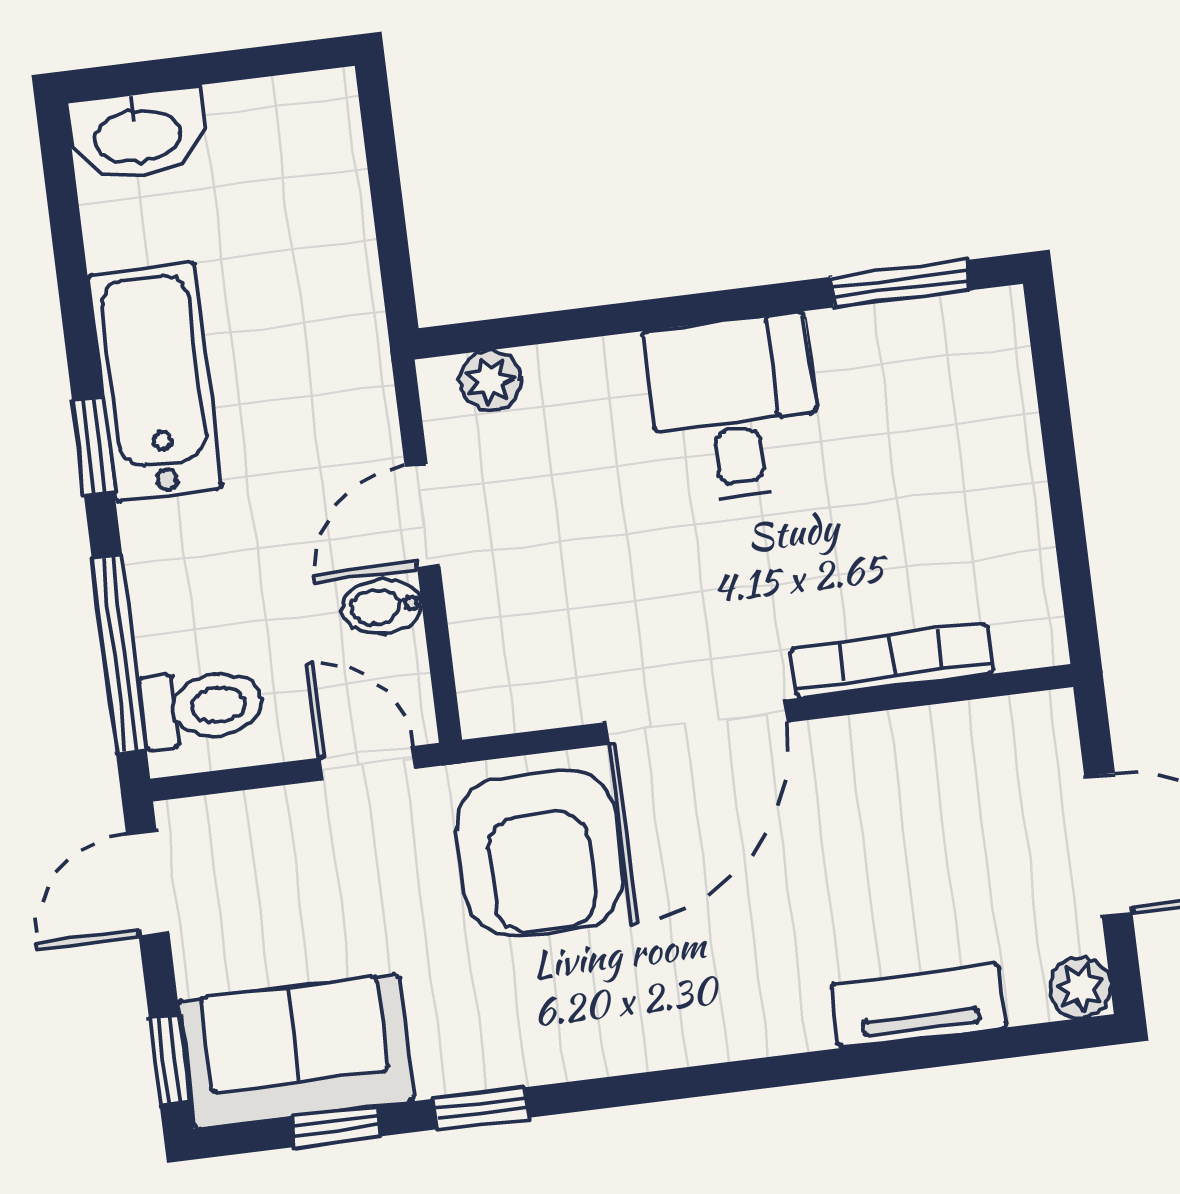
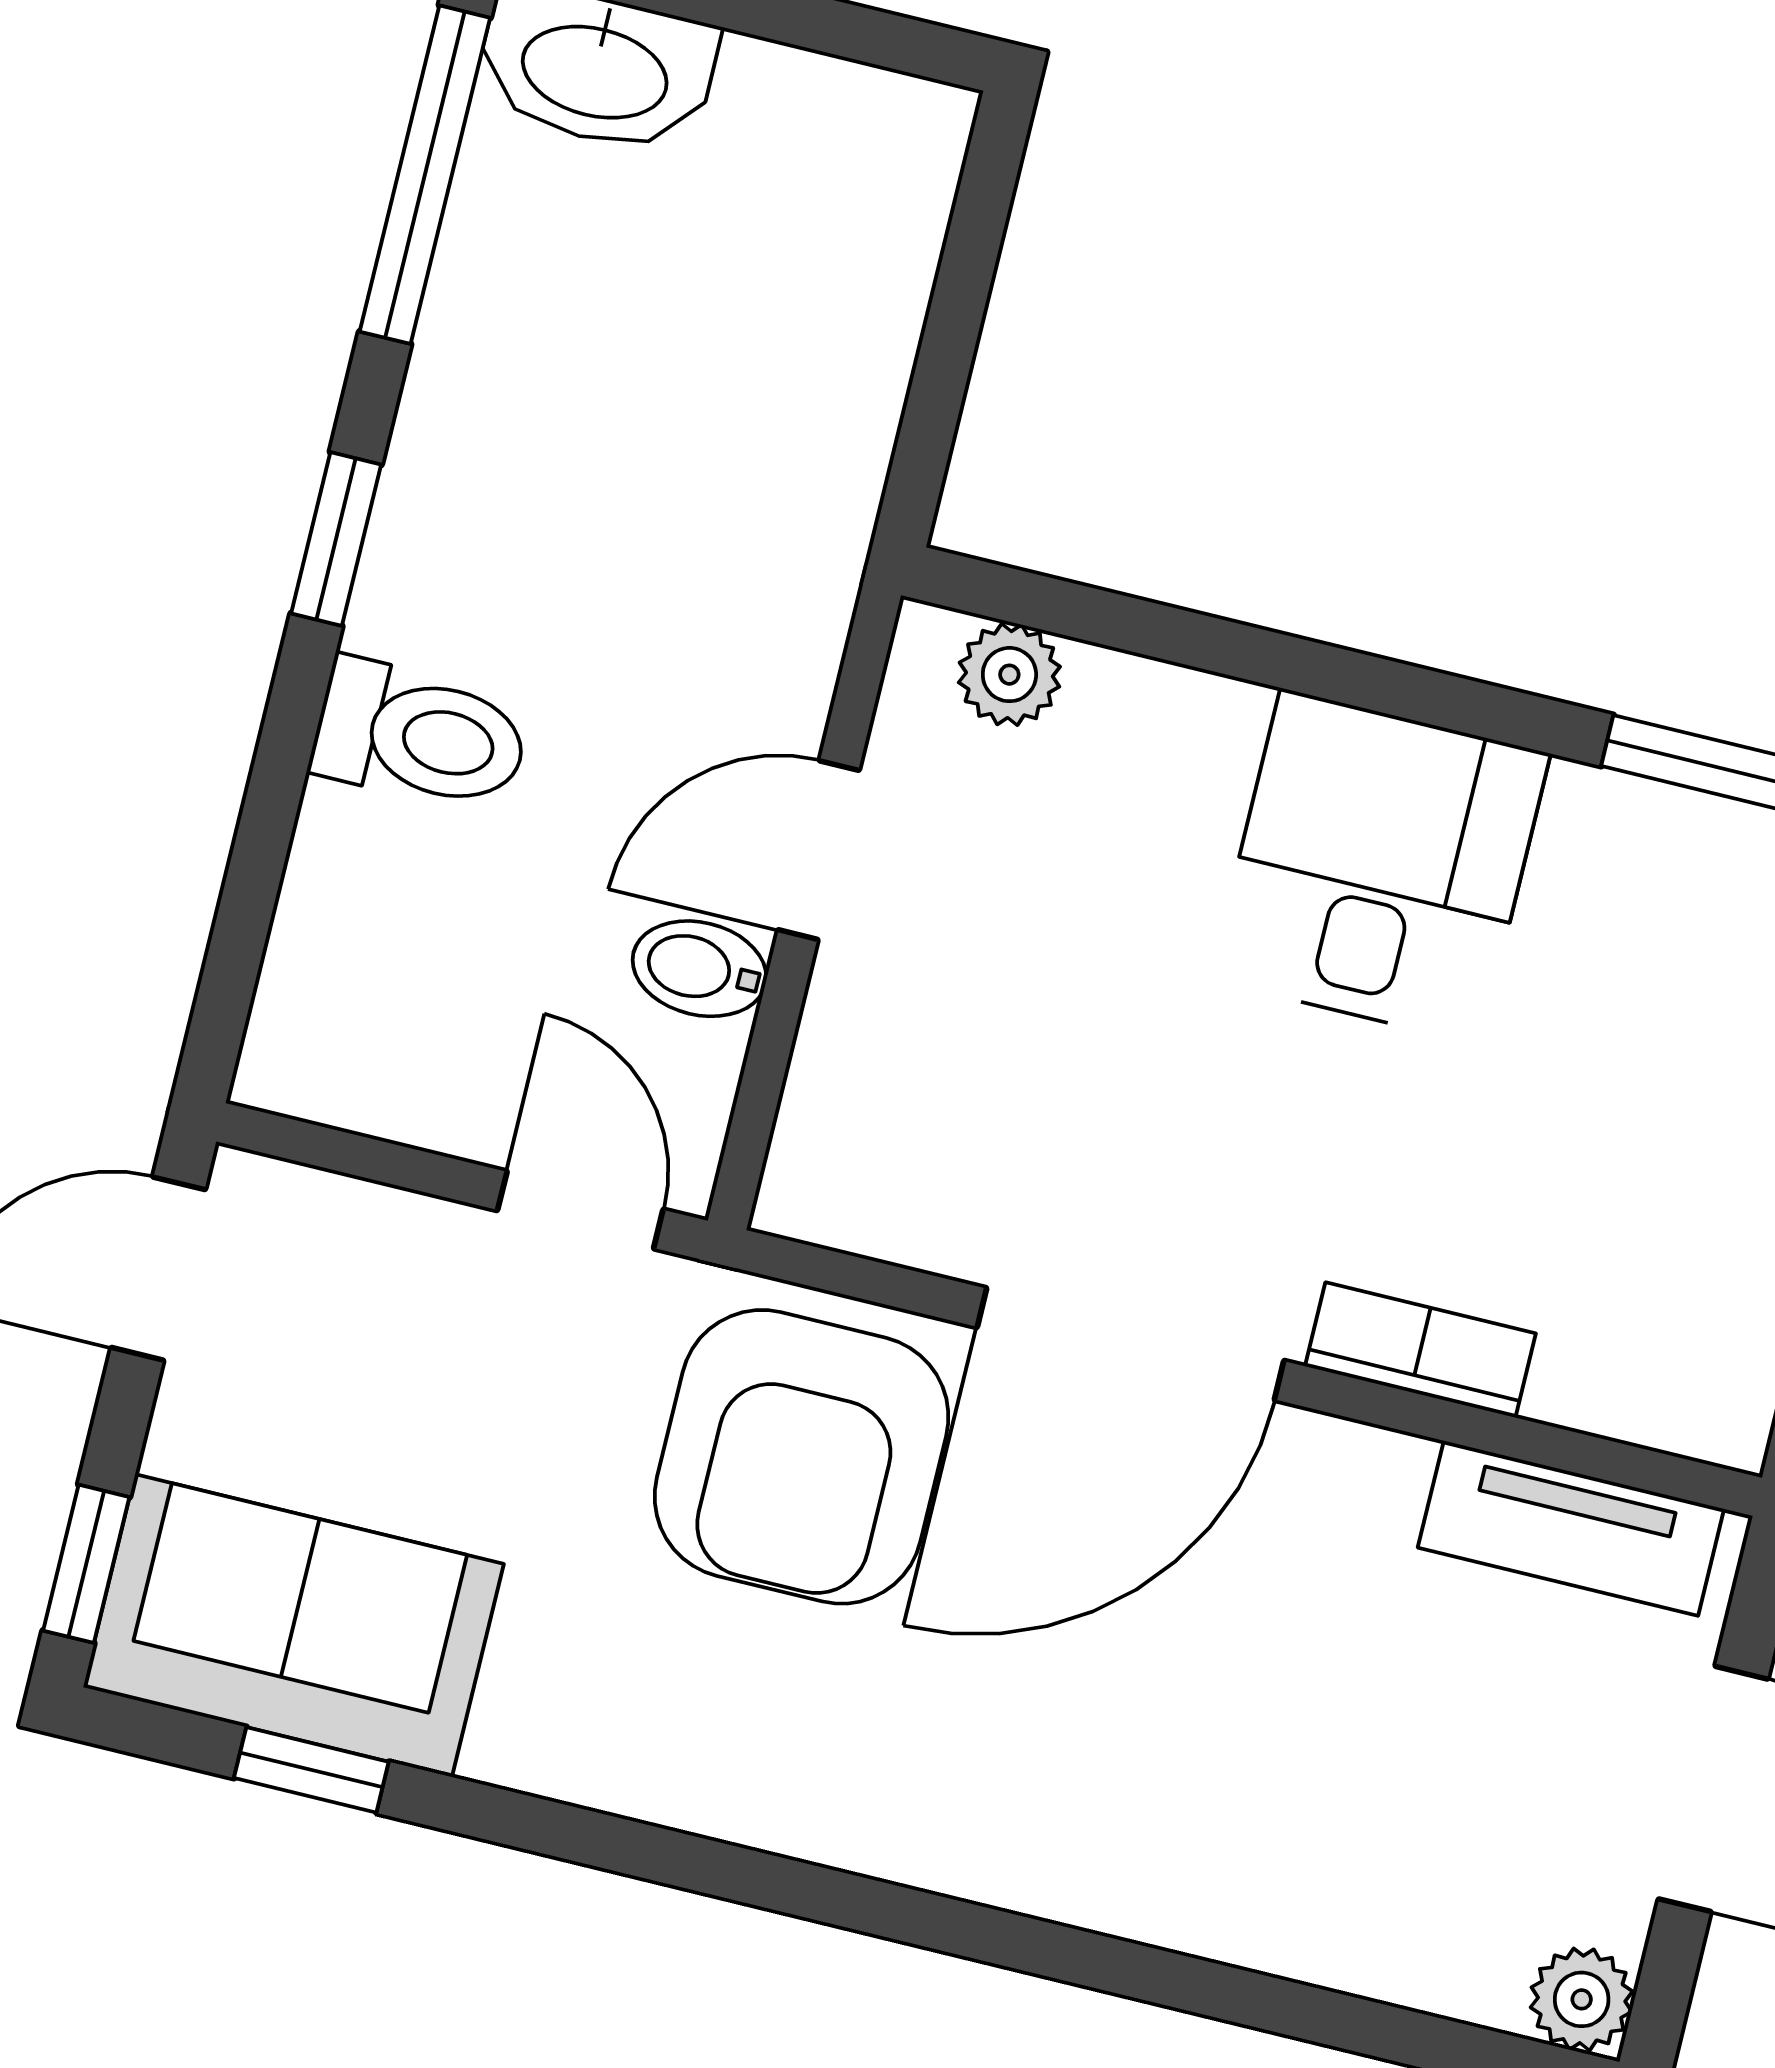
bathtub: (155, 382) -> (474, 473), removed
window: (119, 654) -> (425, 175), moved
bookcase: (892, 661) -> (1420, 1350), width x0.64
toilet: (202, 707) -> (420, 736), moved
tv unit: (919, 1006) -> (1571, 1528), moved, turned 180
window: (481, 1108) -> (554, 1829), removed

